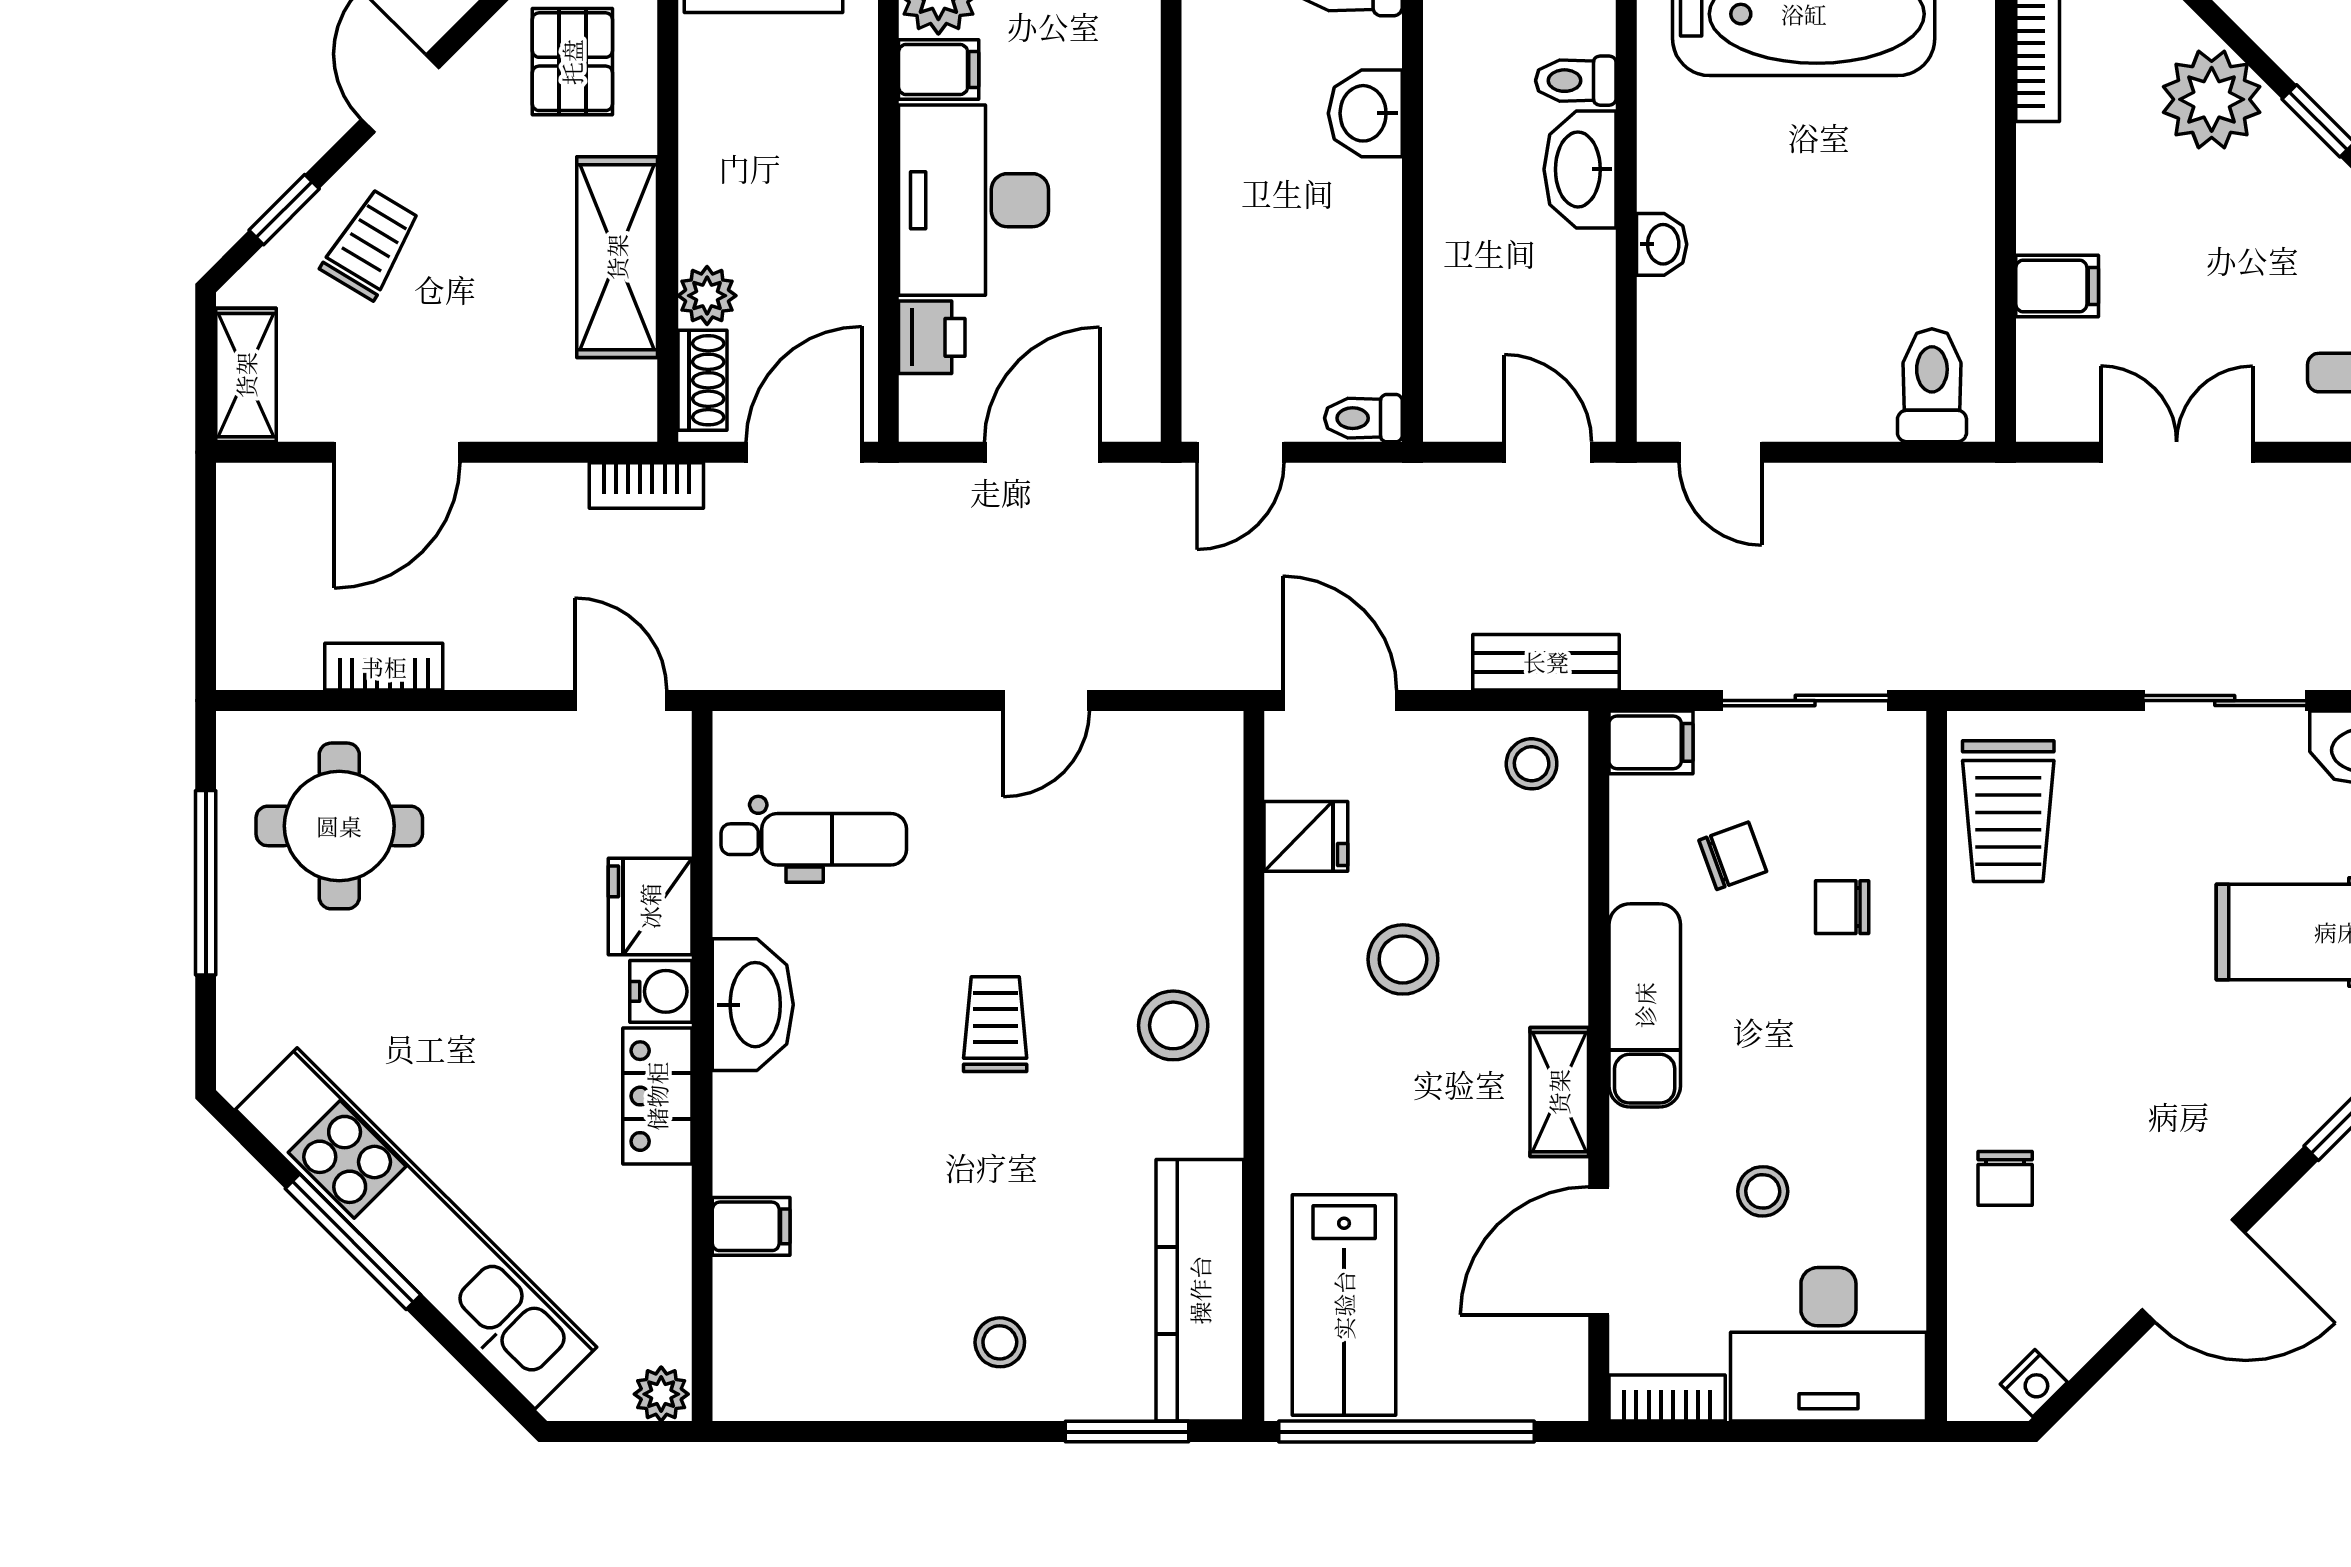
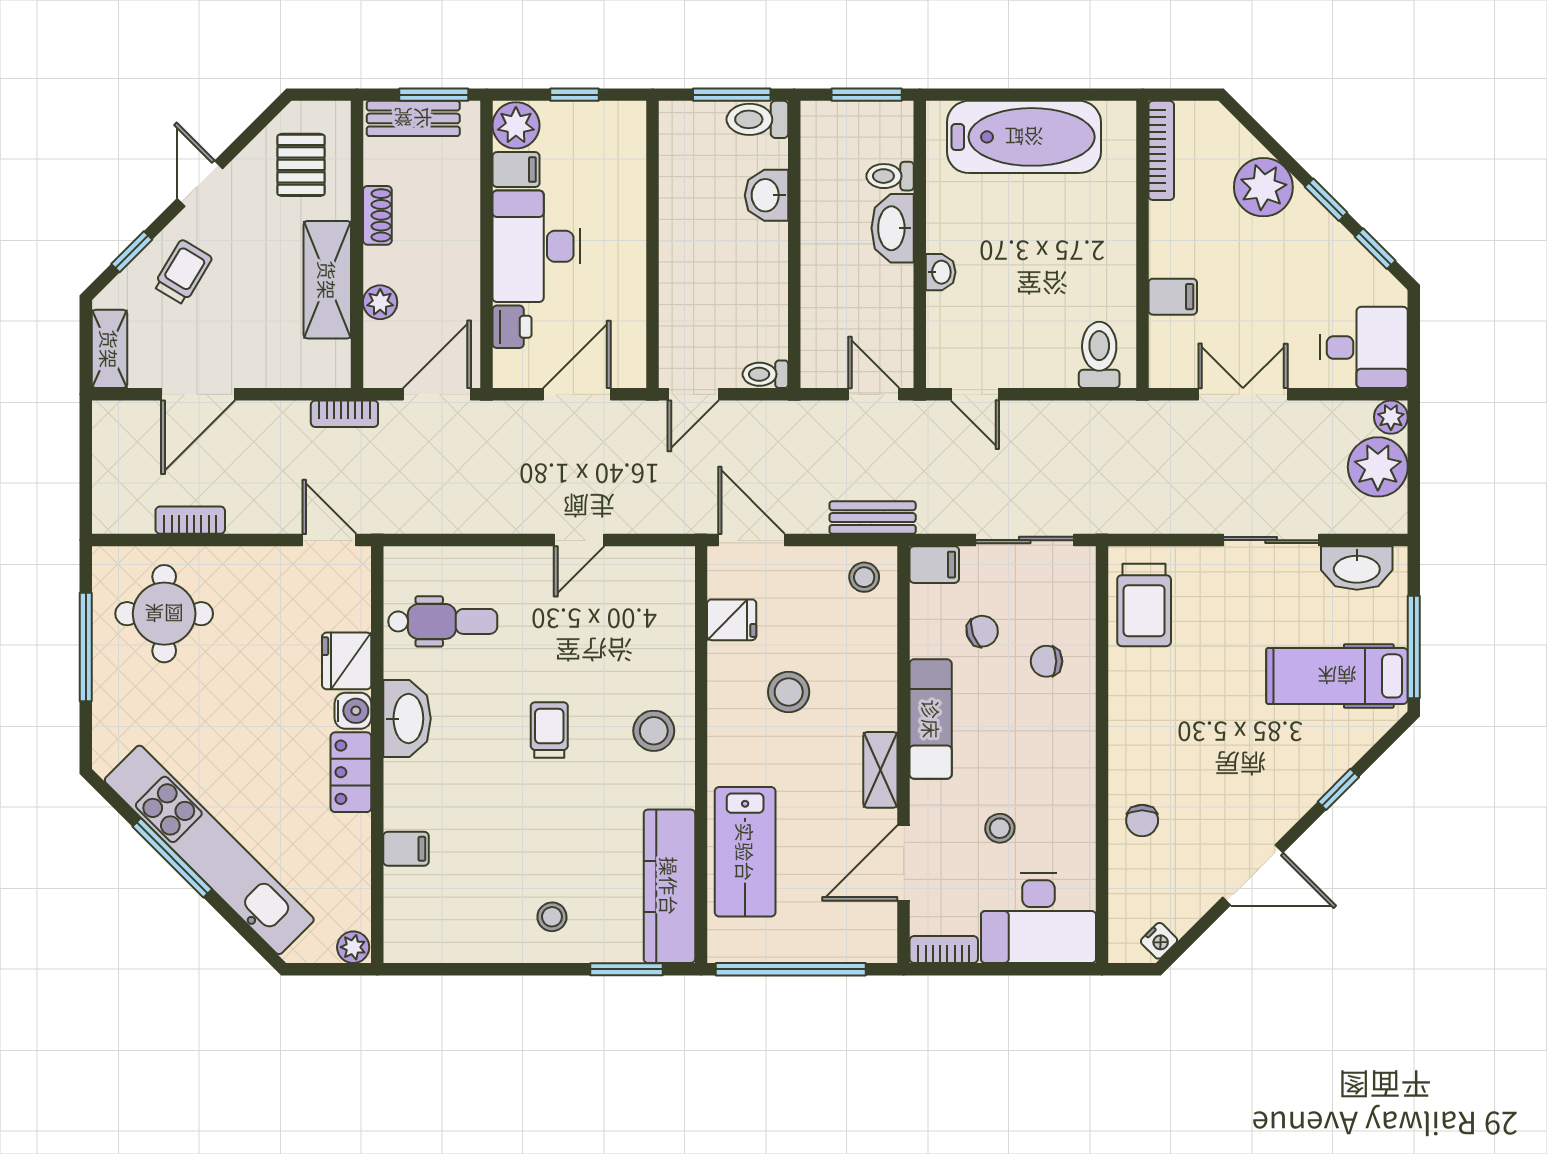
shoe rack: (702, 380) -> (377, 215), moved
lab bench: (1344, 1305) -> (745, 852), moved

